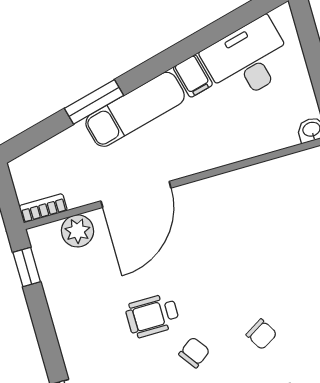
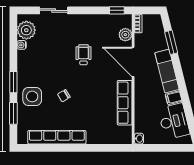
window: (94, 102) -> (171, 42), moved
row of seats: (237, 187) -> (125, 103), added
chair: (194, 352) -> (64, 67), removed

